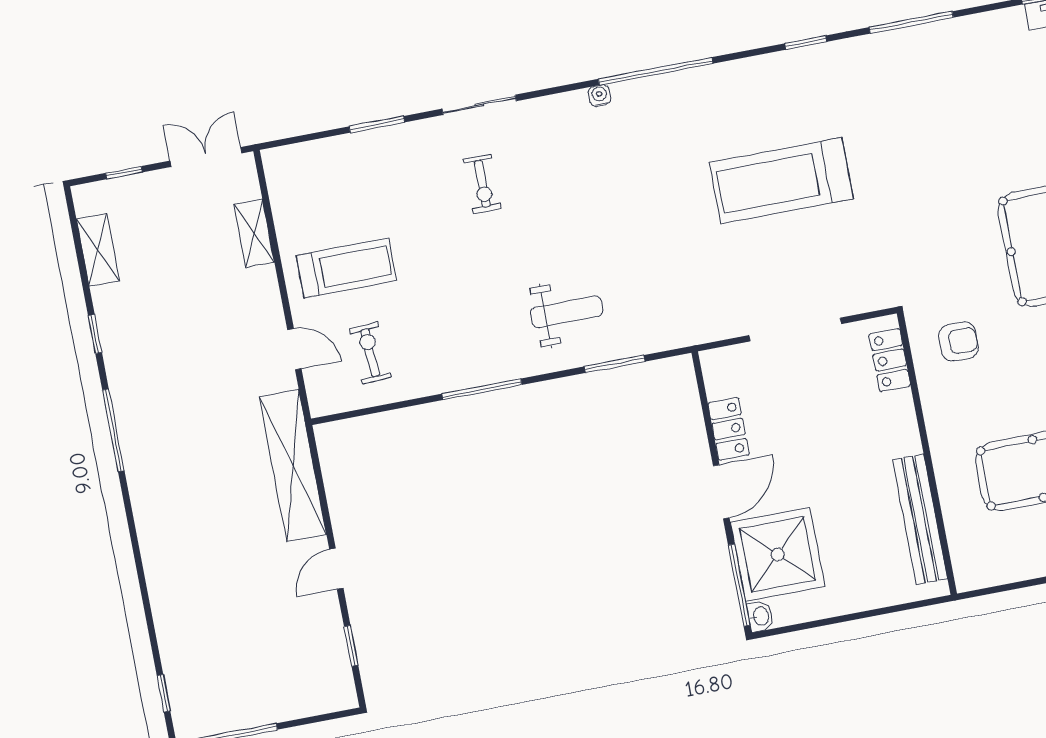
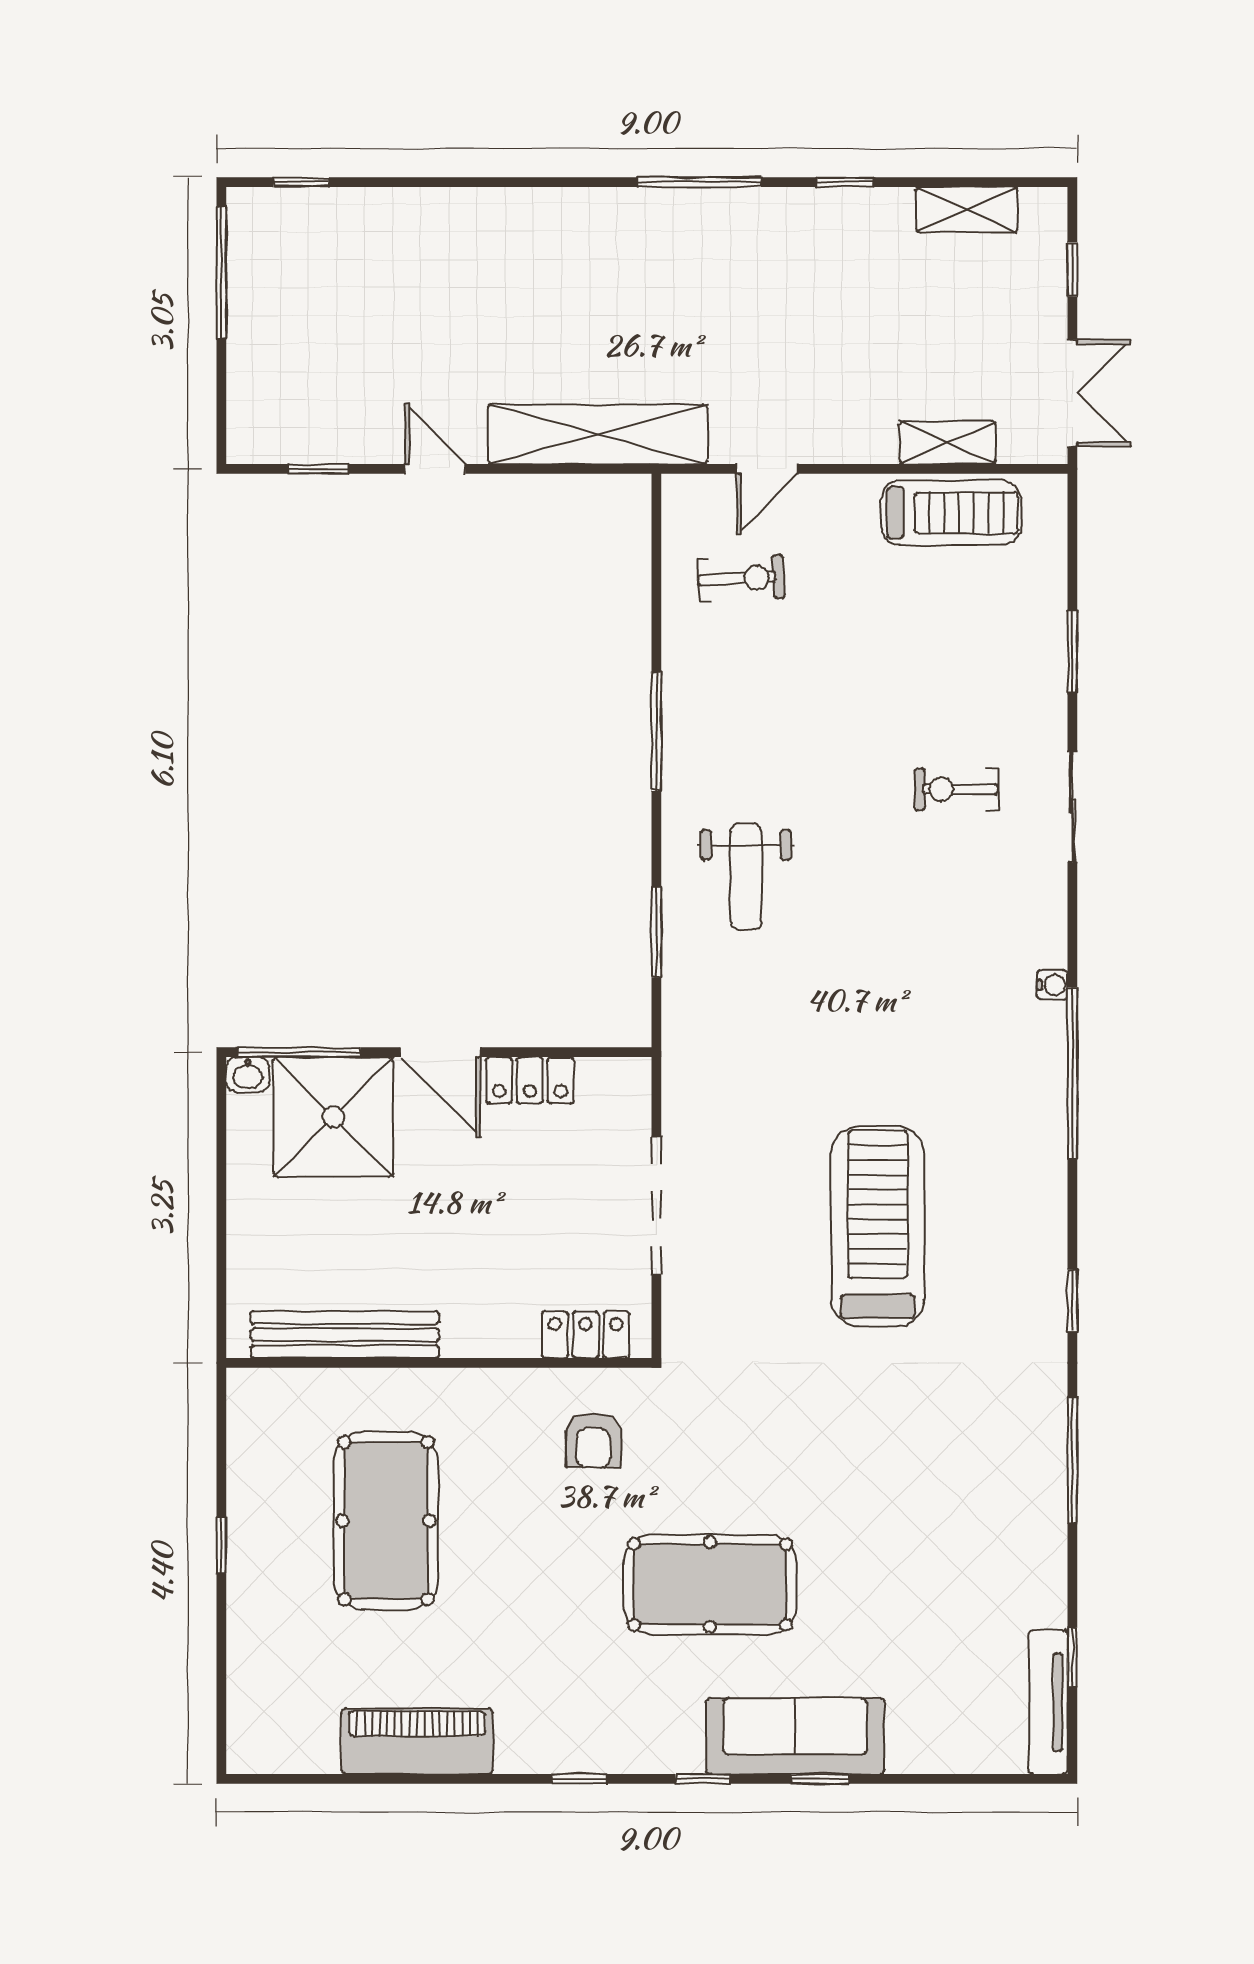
treadmill: (346, 268) -> (951, 513), moved, turned -90

